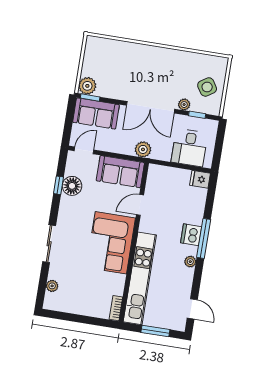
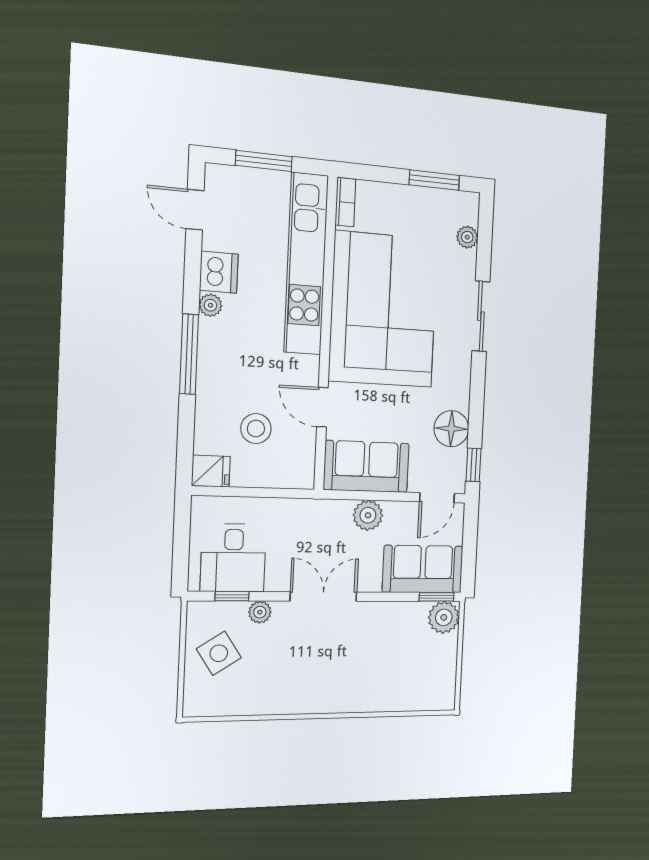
double door: (151, 107) -> (323, 597), width x0.73
desk: (189, 148) -> (233, 558), moved, turned 180
plant: (143, 149) -> (368, 515), moved
window: (59, 185) -> (474, 465), moved
stool: (175, 198) -> (256, 429), added
door: (140, 205) -> (322, 407), swing flipped
dishwasher: (191, 235) -> (219, 272), moved
corner sofa: (111, 243) -> (383, 310), width x1.36, depth x1.36
window: (67, 317) -> (434, 180), added

